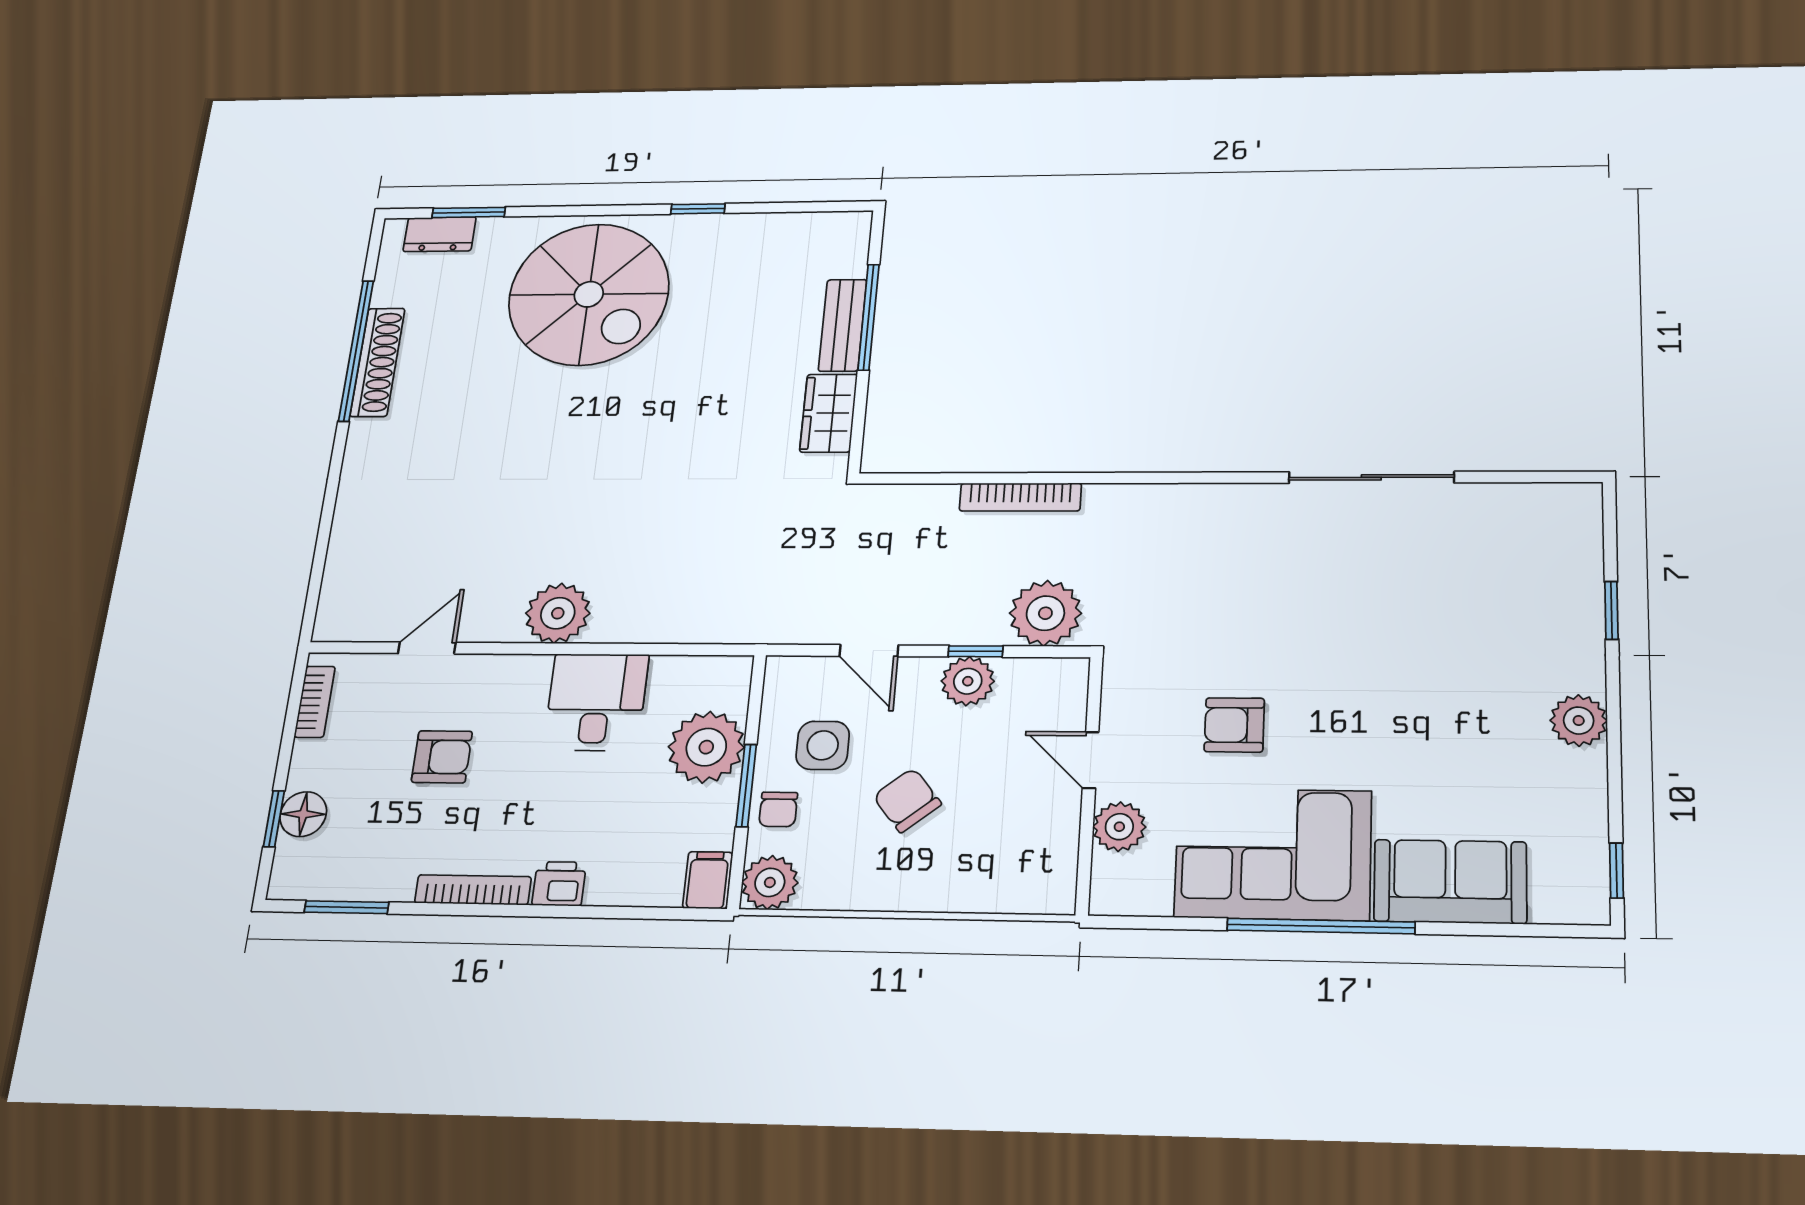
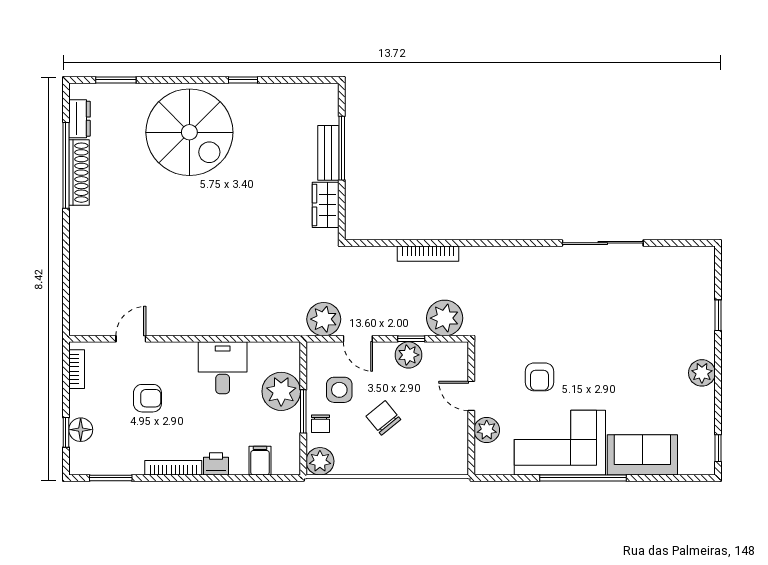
dresser: (440, 234) -> (80, 119), moved, turned -90
plant: (558, 613) -> (324, 319), moved
armchair: (1234, 725) -> (539, 377), turned -90
filing cabinet: (708, 880) -> (260, 461), moved

